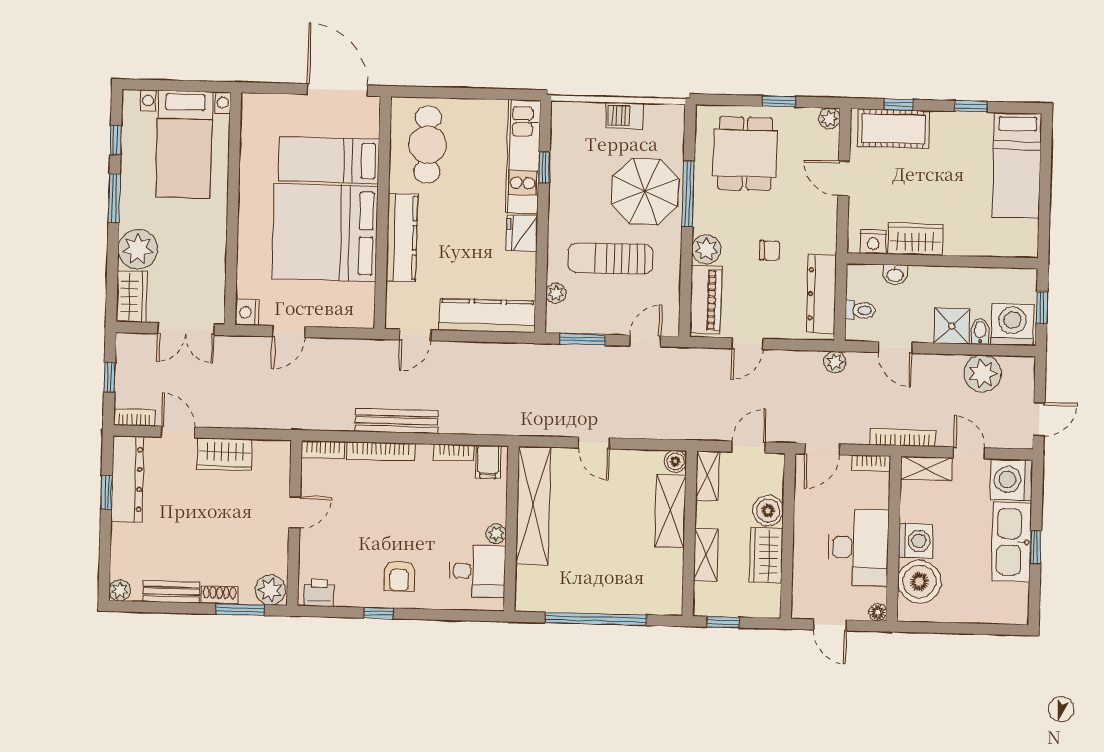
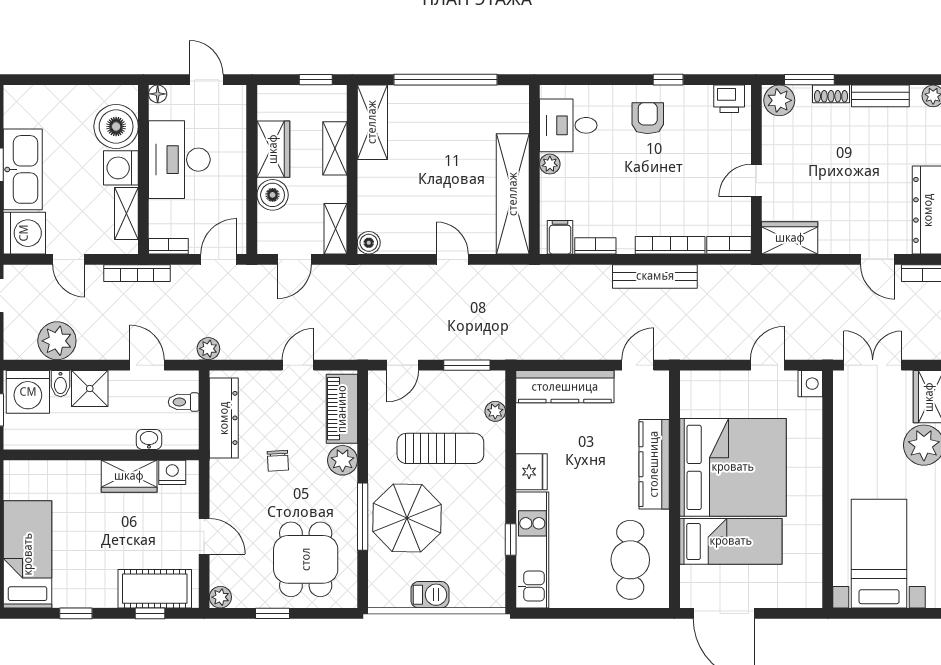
chair: (770, 251) -> (278, 461), turned -93
wardrobe: (225, 454) -> (790, 238), moved
shelving: (926, 468) -> (126, 213), moved, turned 90
shelving: (670, 511) -> (372, 122), moved

